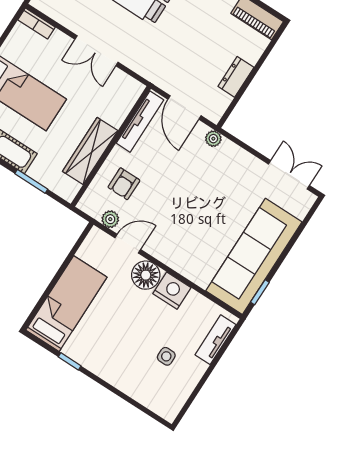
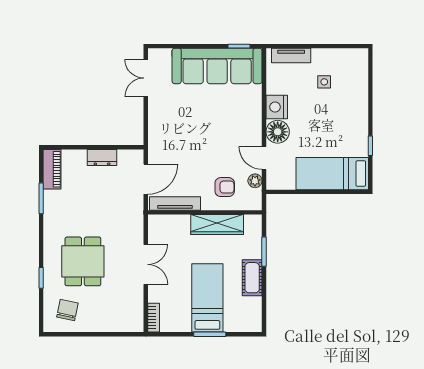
plant: (213, 139) -> (154, 146), removed

